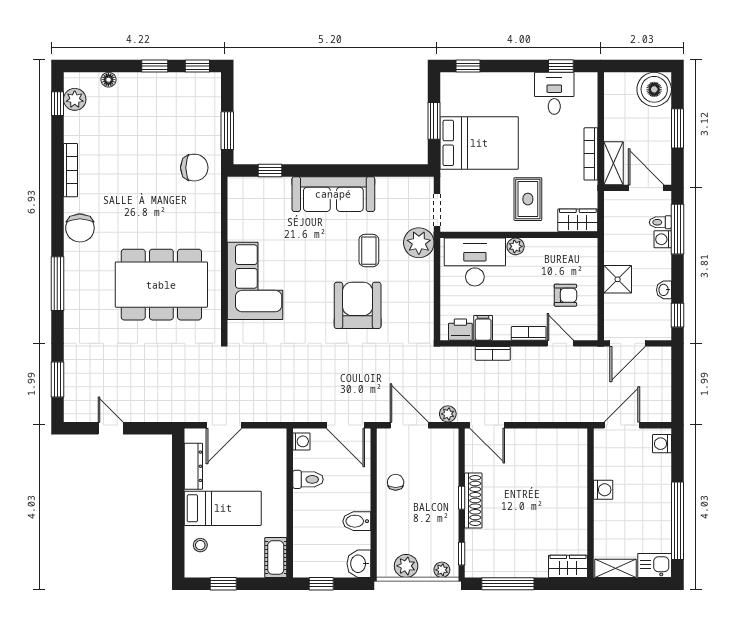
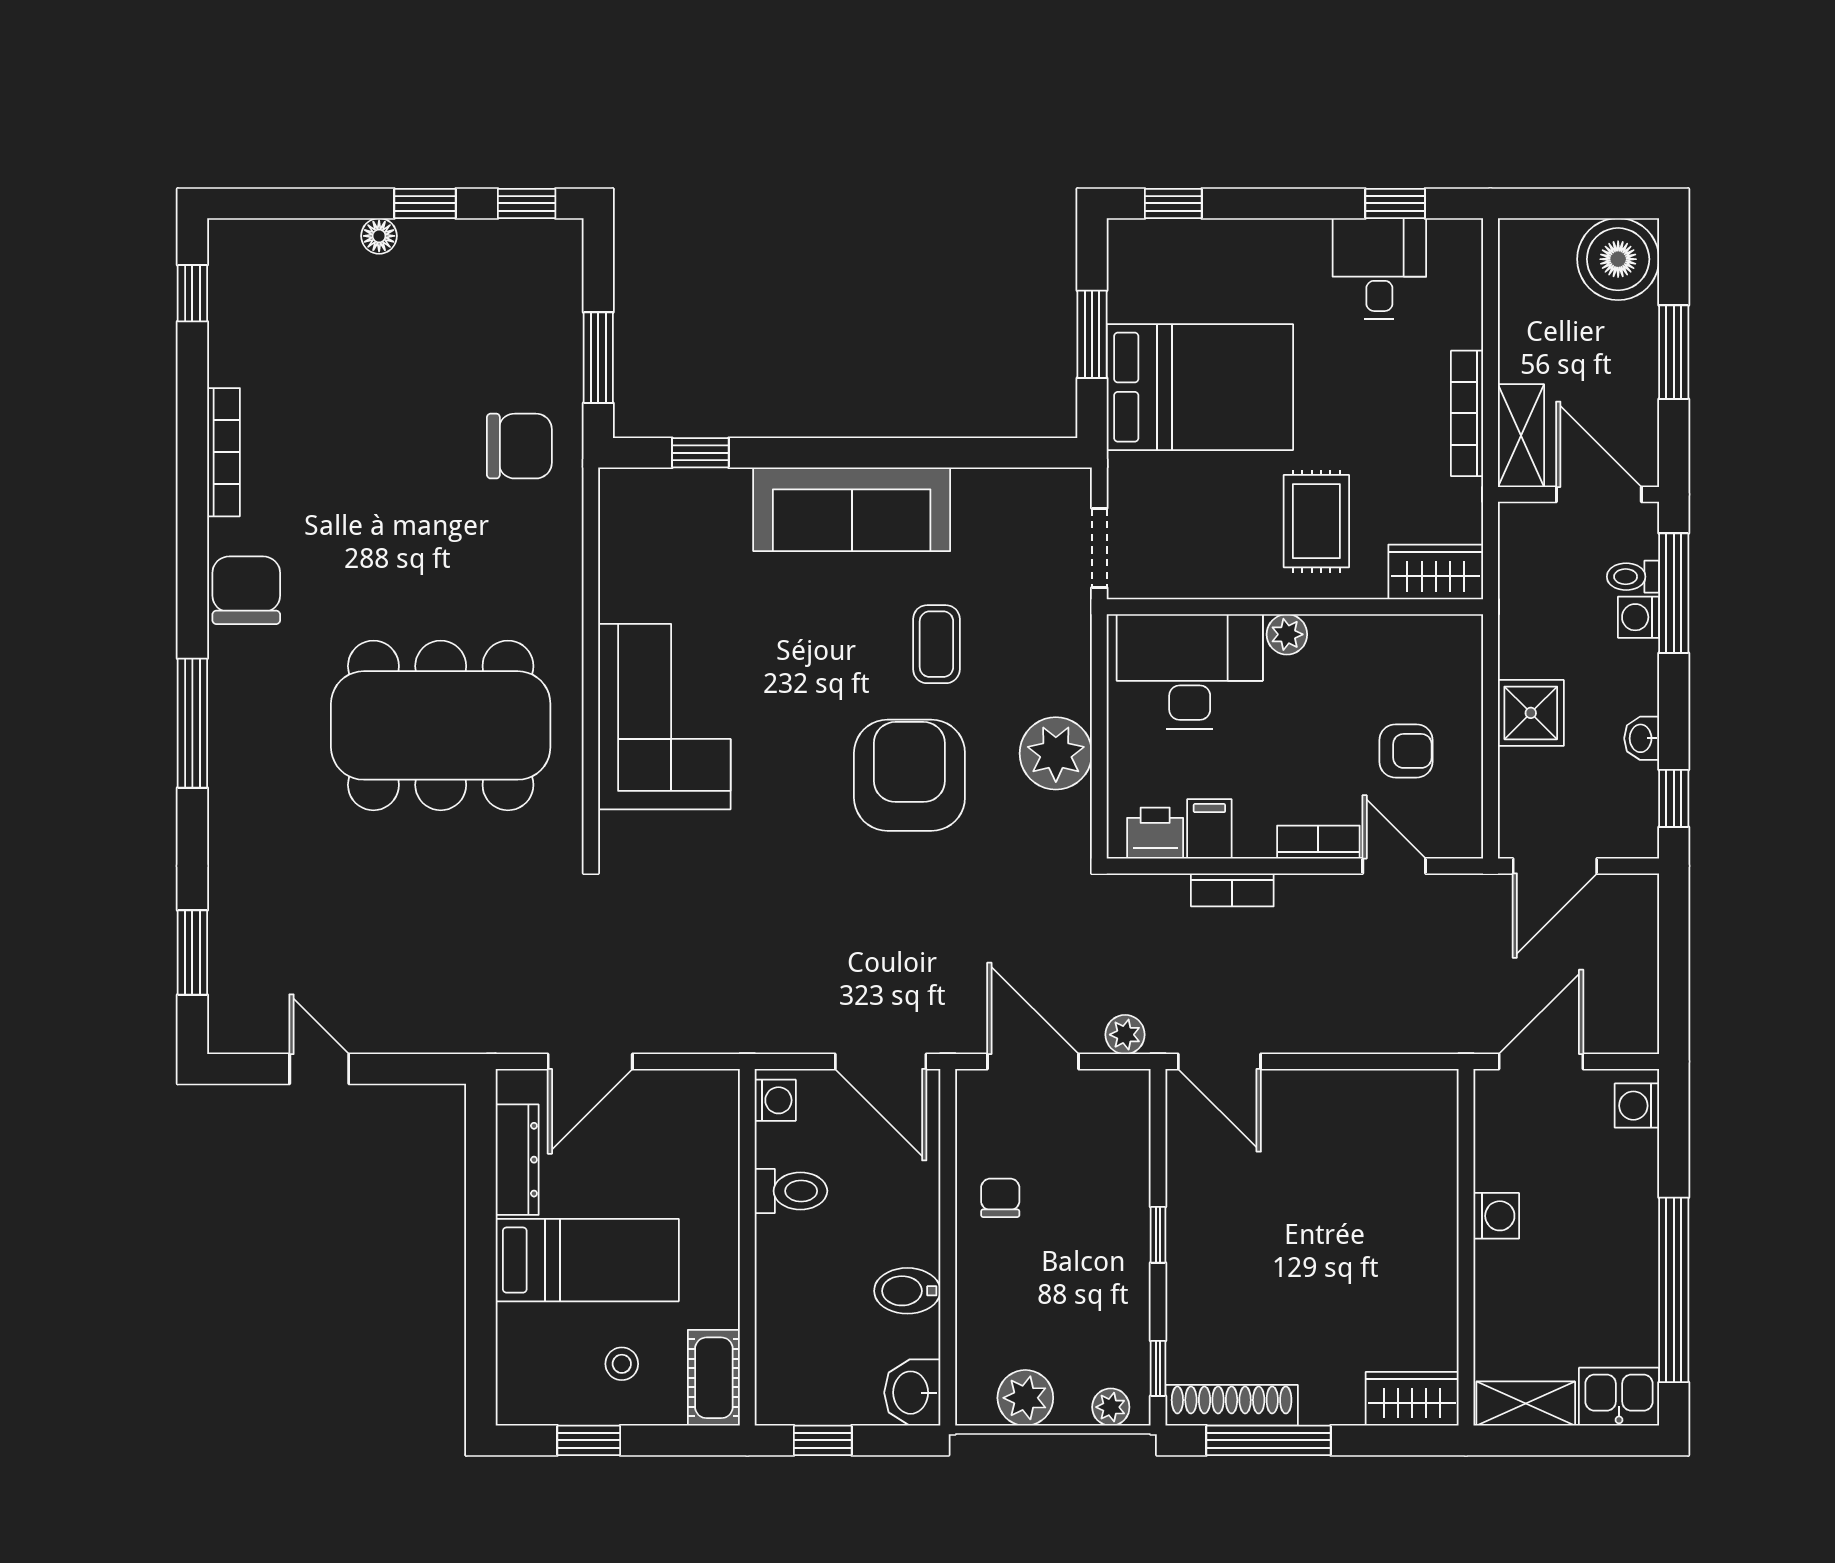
floor lamp: (108, 80) -> (379, 236), moved
plant: (75, 99) -> (234, 283), removed
chair: (80, 228) -> (246, 590), turned 180
plant: (419, 243) -> (1056, 753), moved
shoe rack: (473, 501) -> (1232, 1405), moved, turned -90
stool: (200, 545) -> (622, 1364), moved

